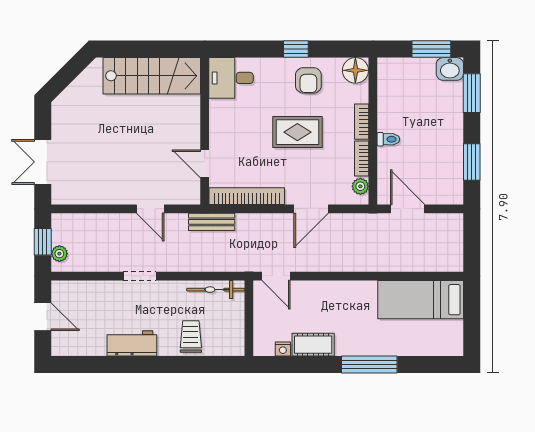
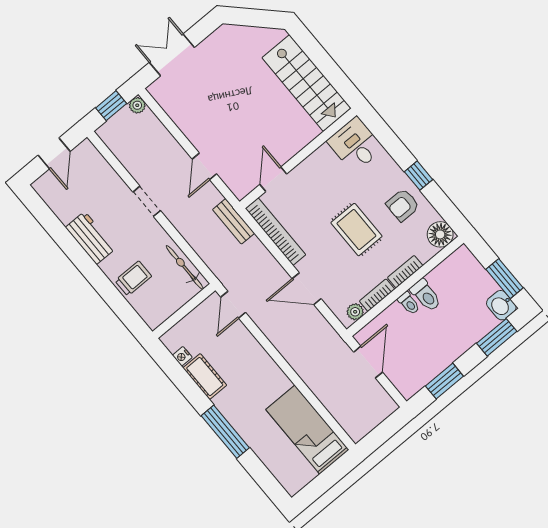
toilet: (393, 121) -> (426, 295), added
plant: (59, 254) -> (137, 105), moved

